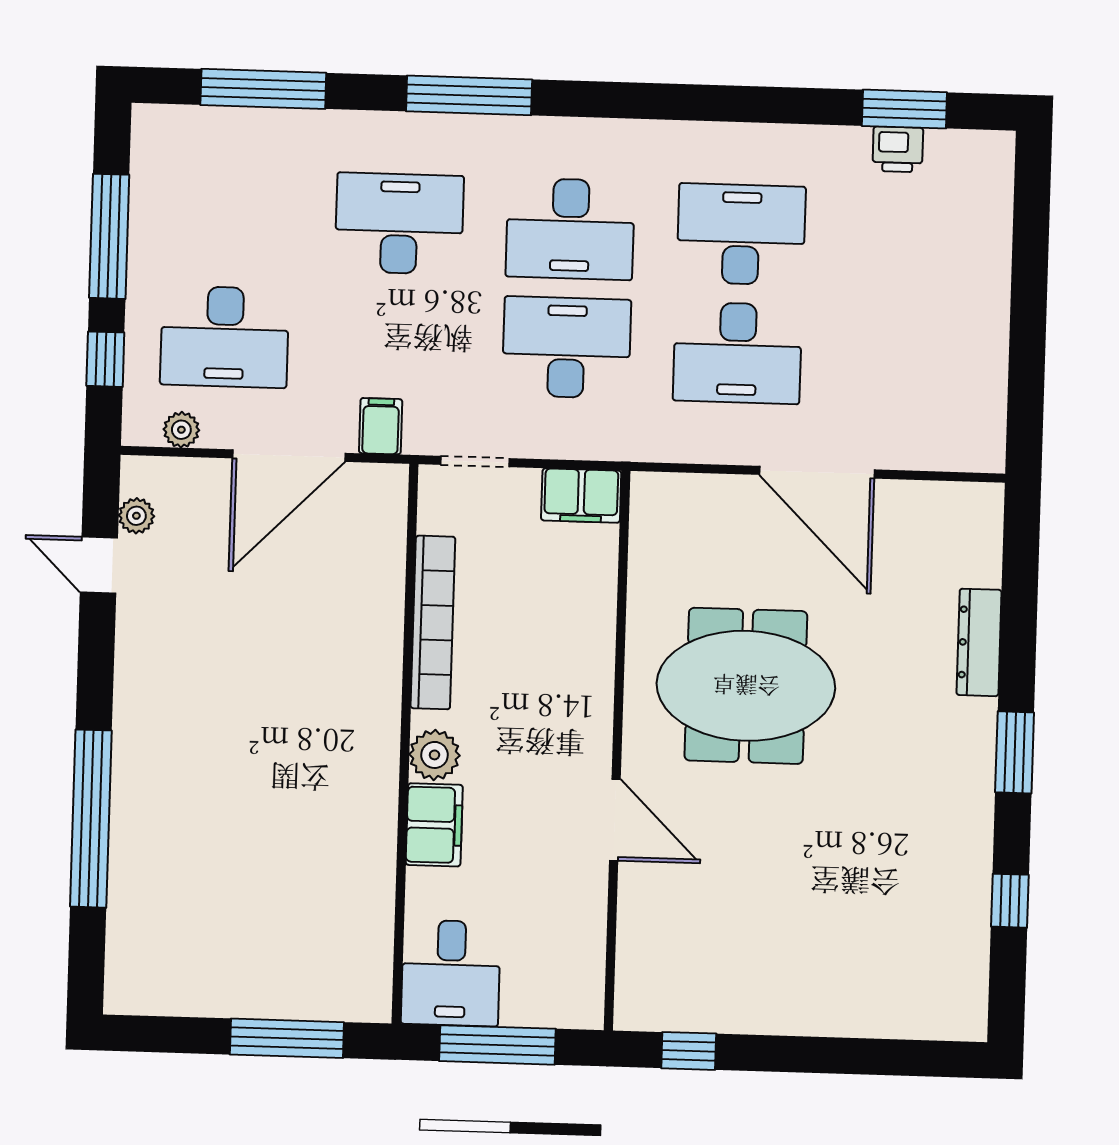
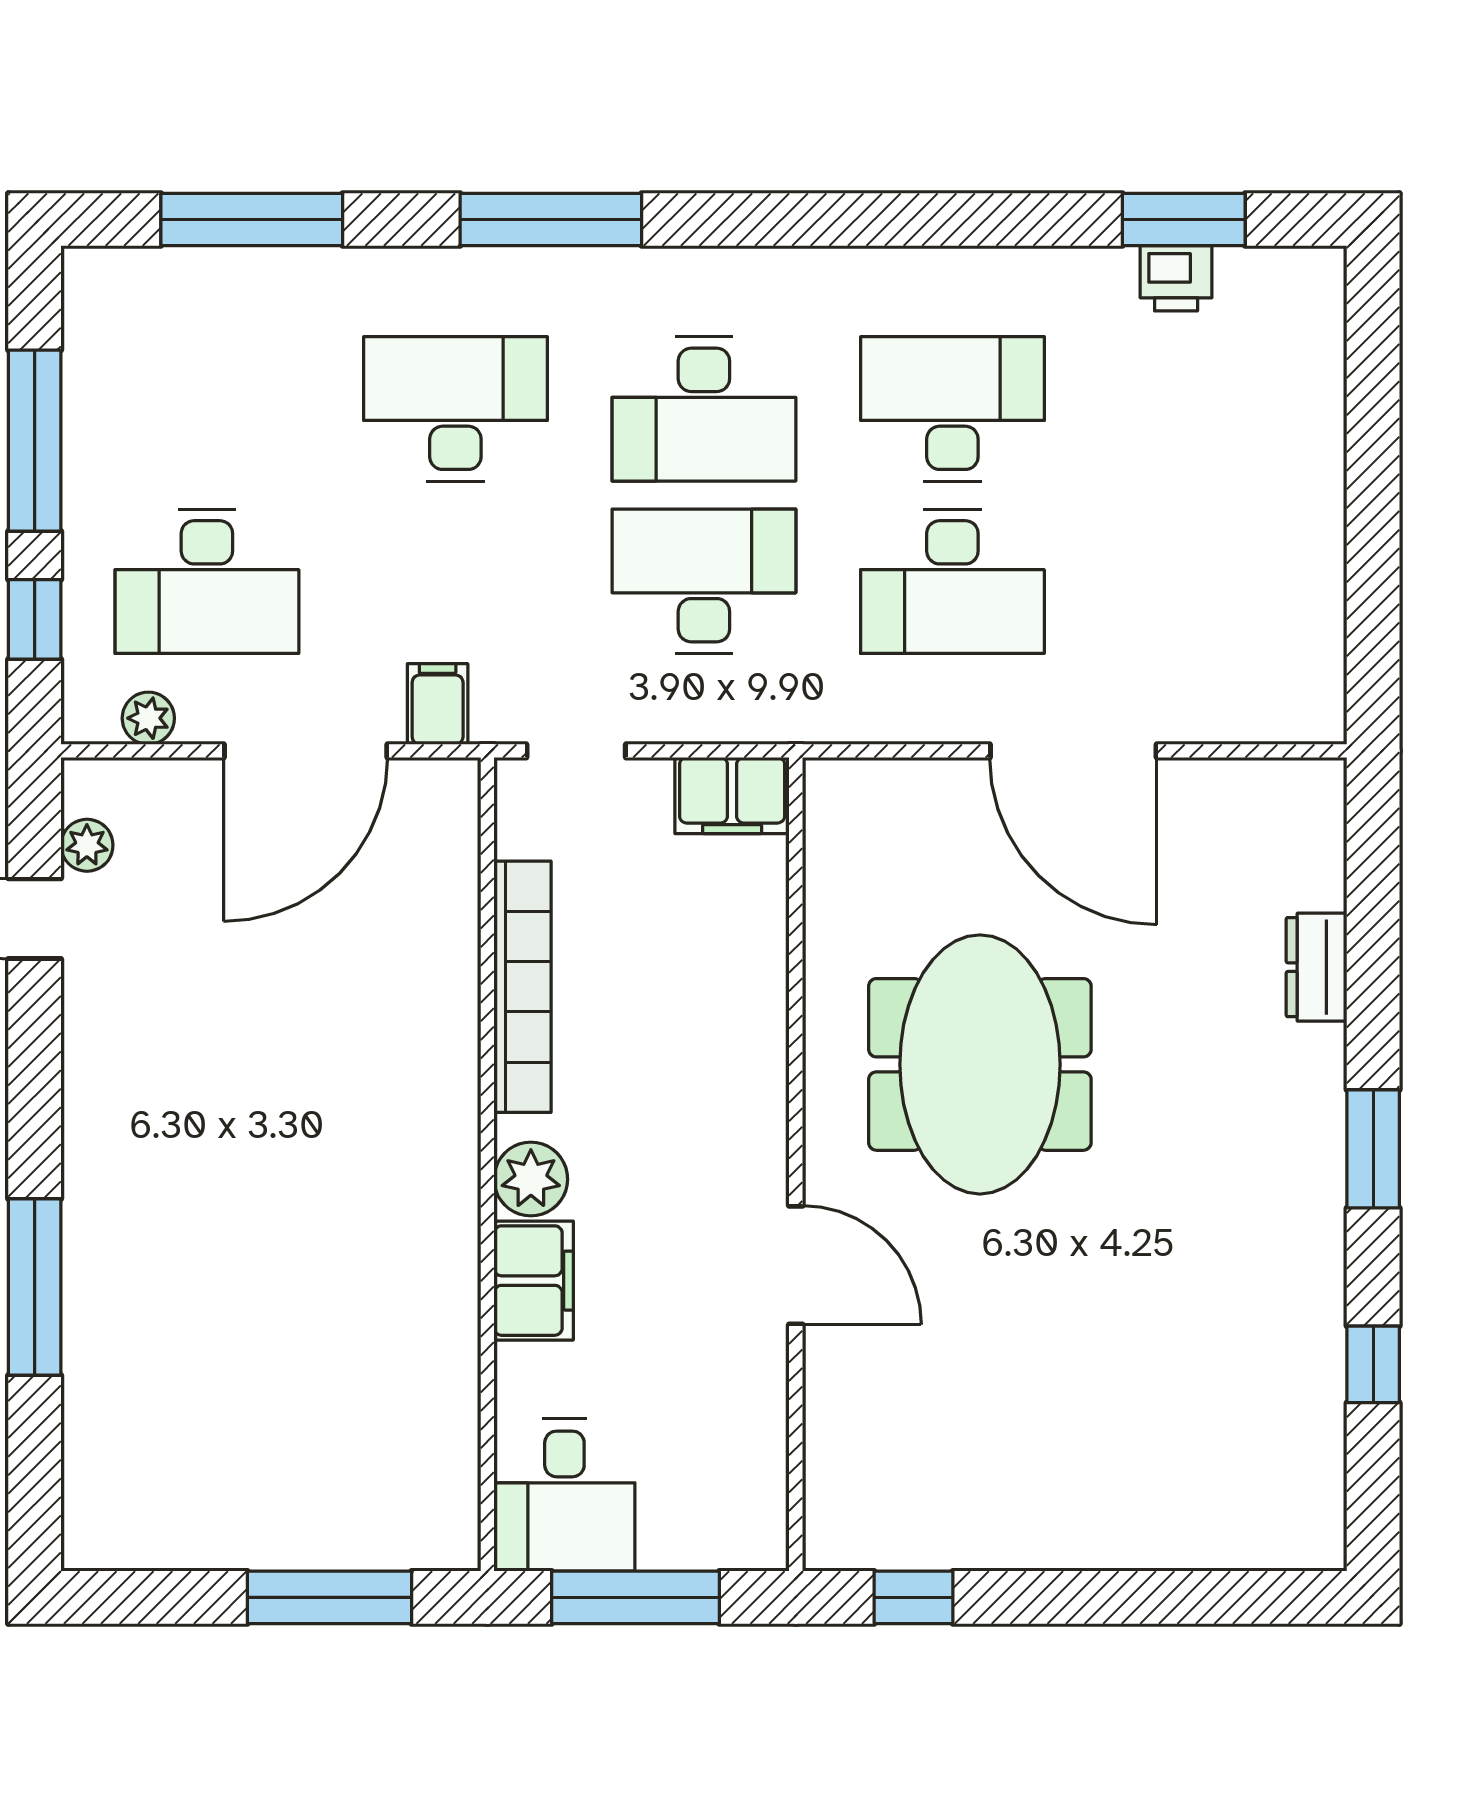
dresser: (979, 642) -> (1317, 967), width x0.70
meeting table: (746, 686) -> (980, 1064), turned 90
window: (91, 819) -> (35, 1287), width x0.68

